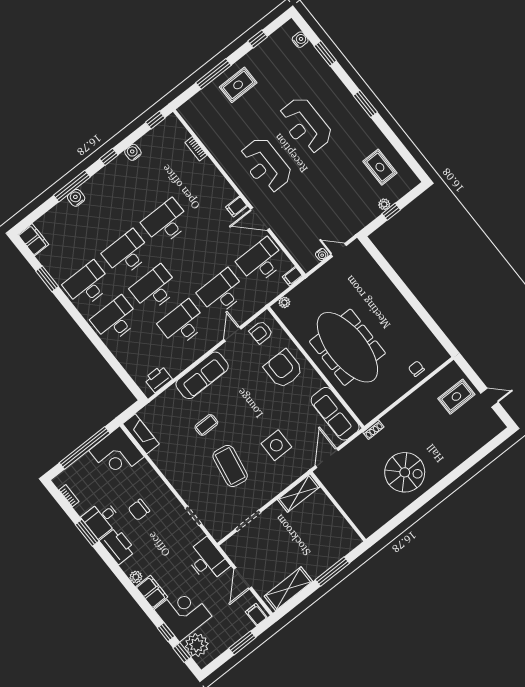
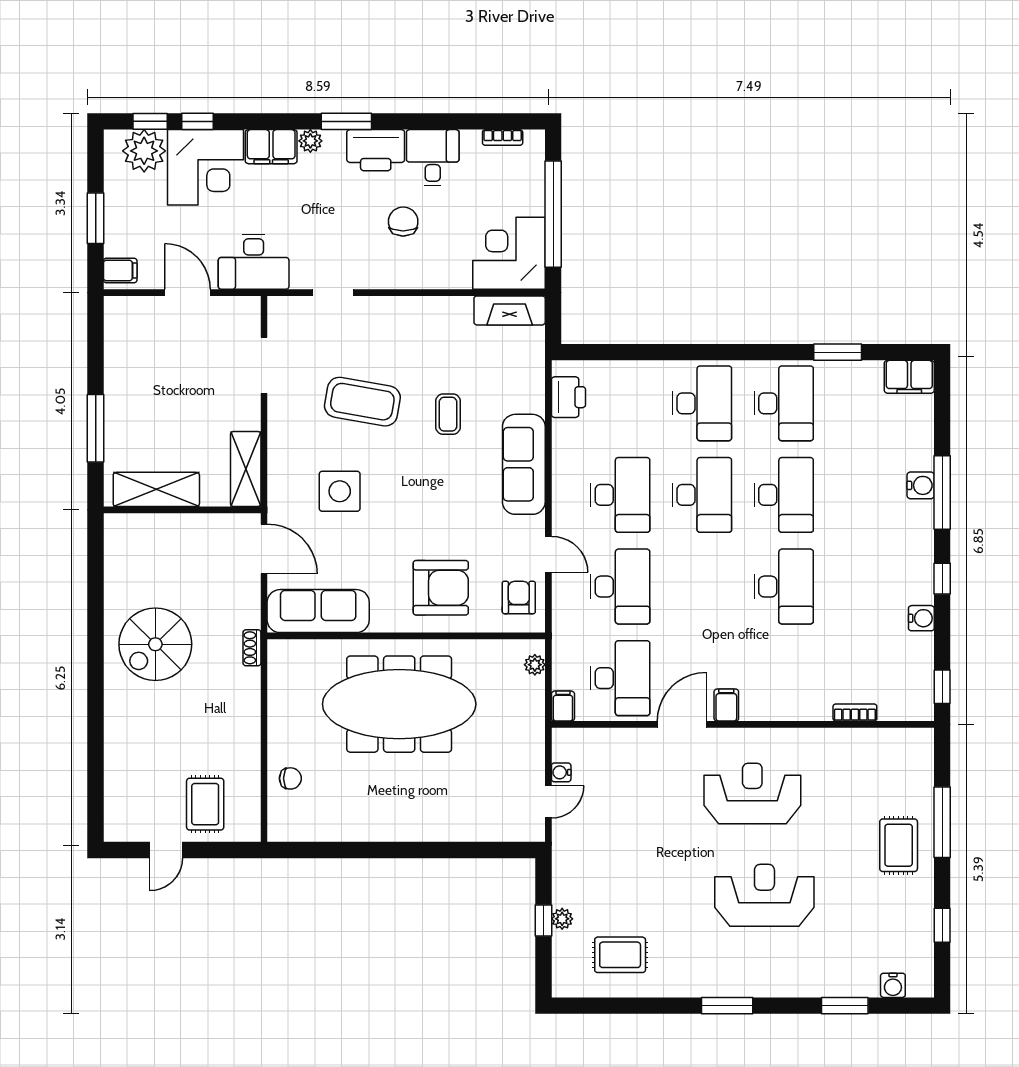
window: (87, 533) -> (346, 121), moved
shelving: (288, 589) -> (156, 489), moved, turned 90

